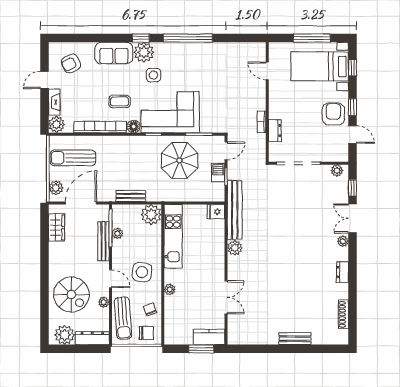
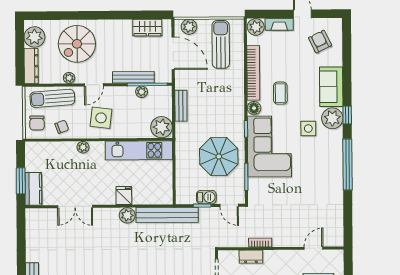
fridge: (216, 212) -> (124, 196), moved

